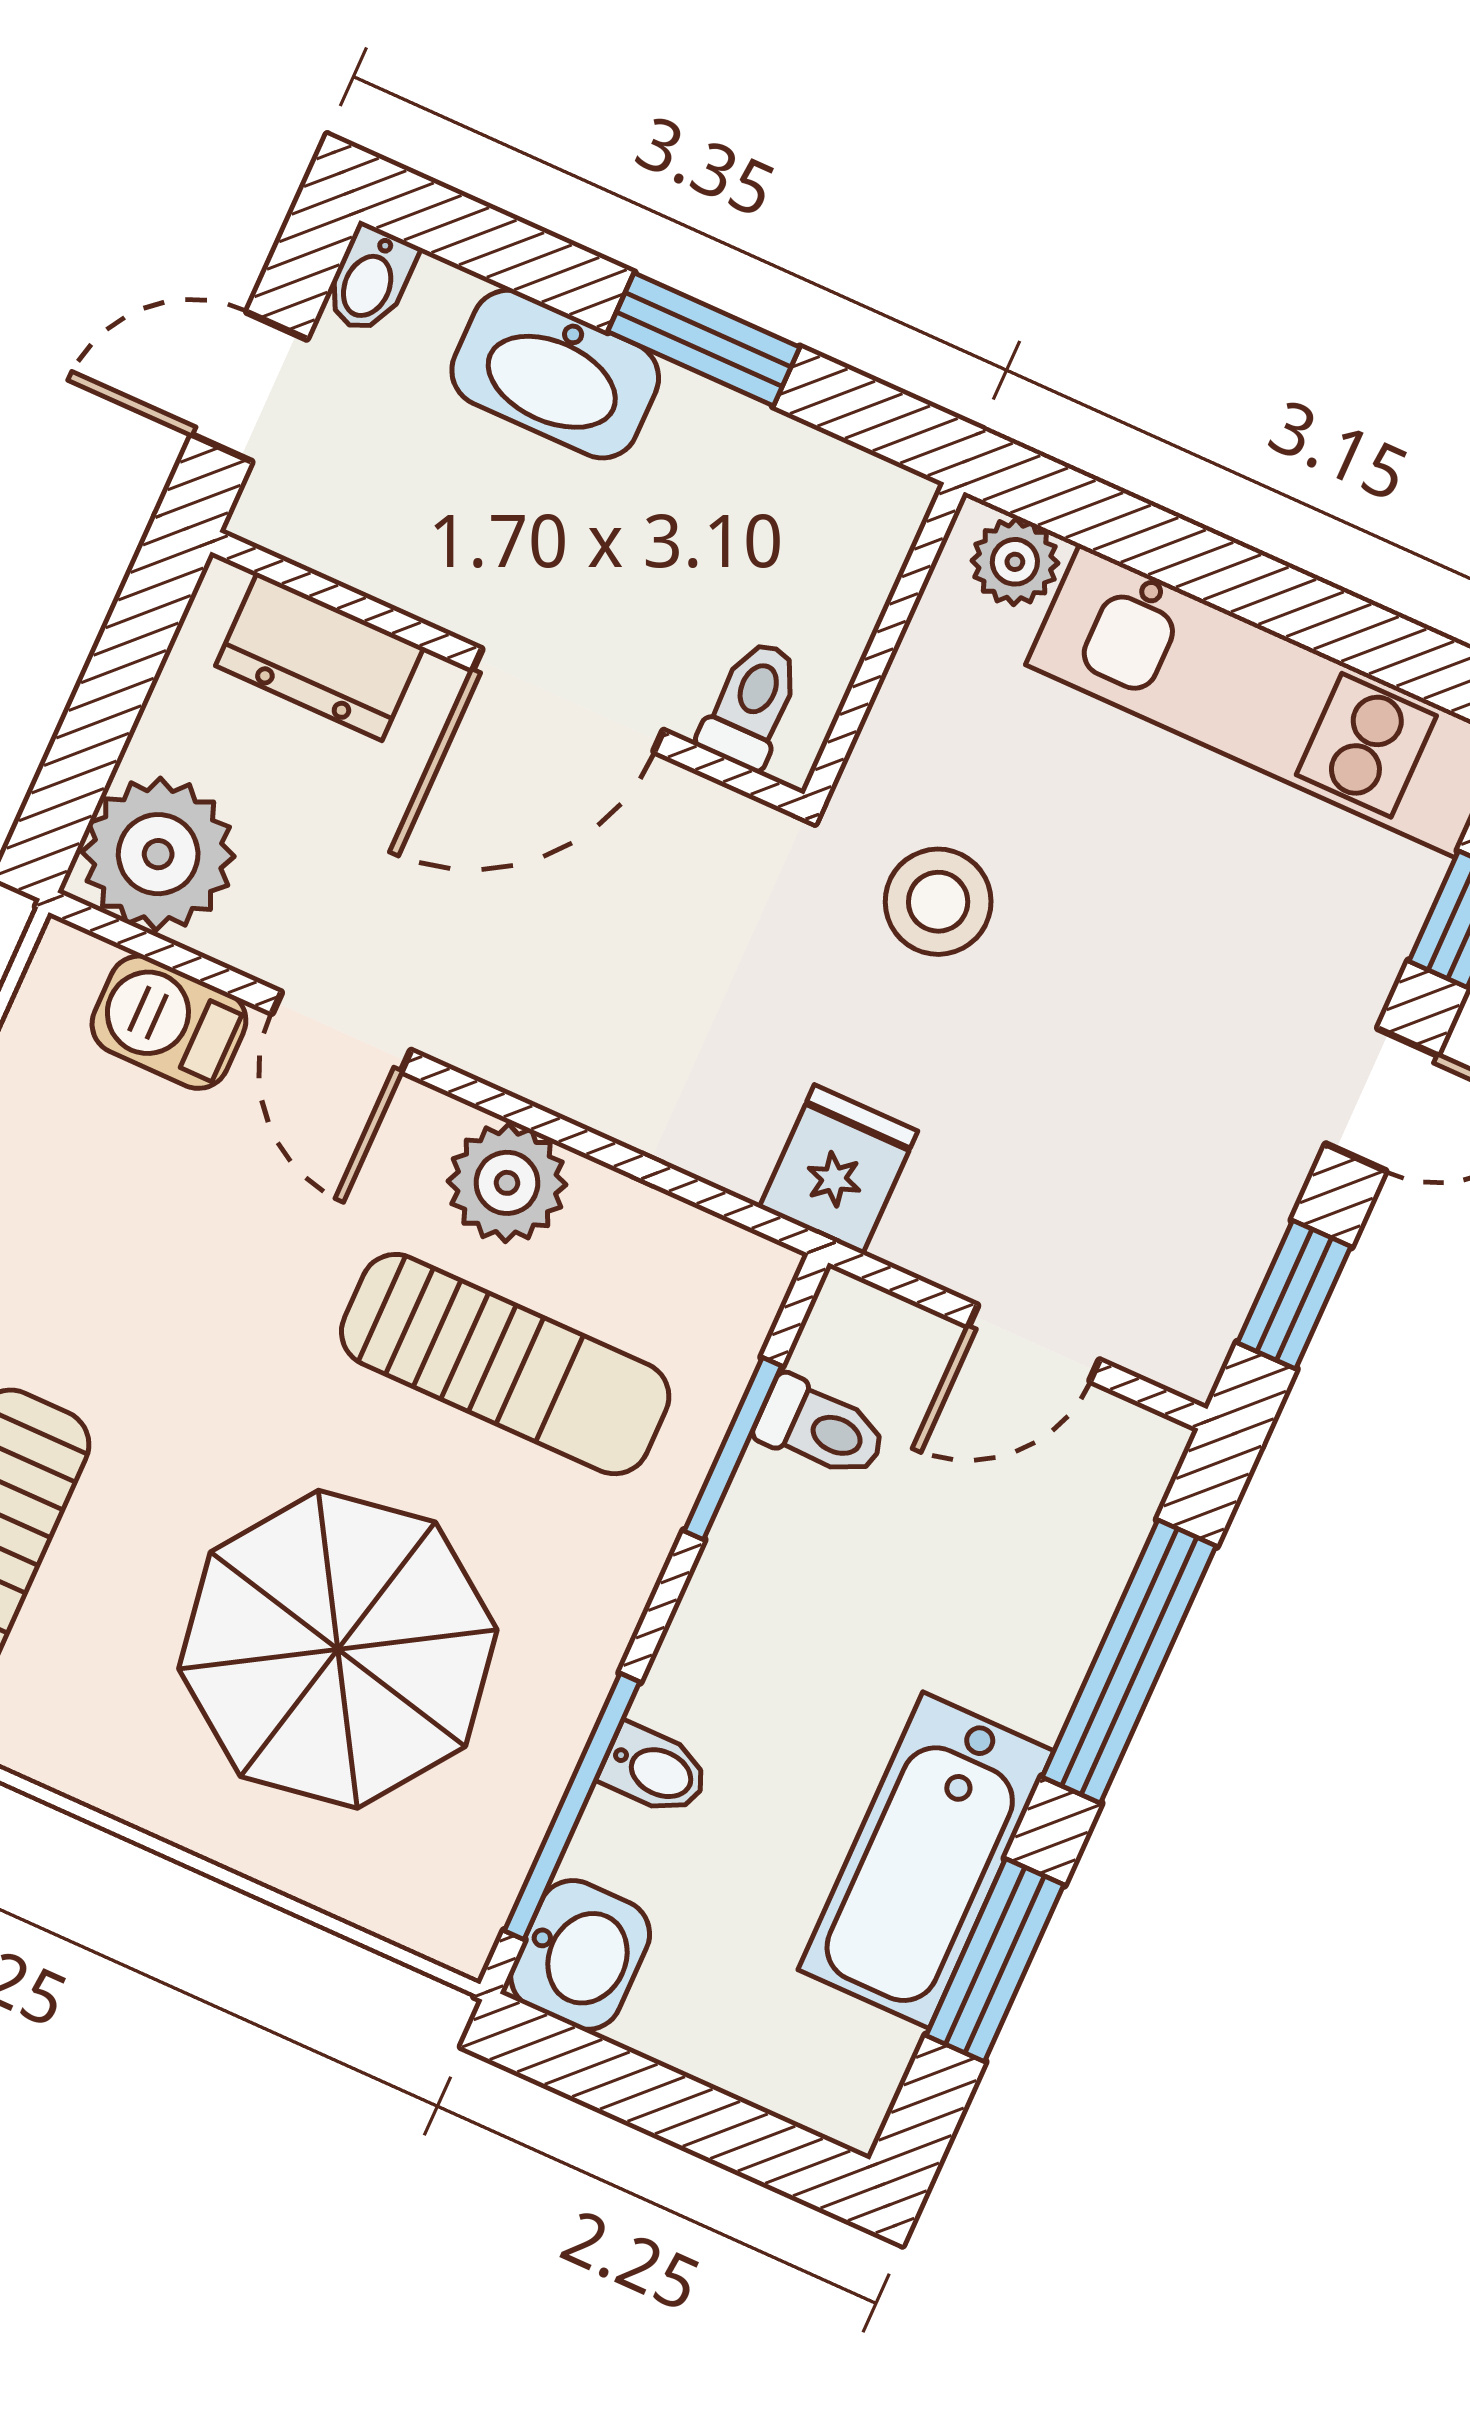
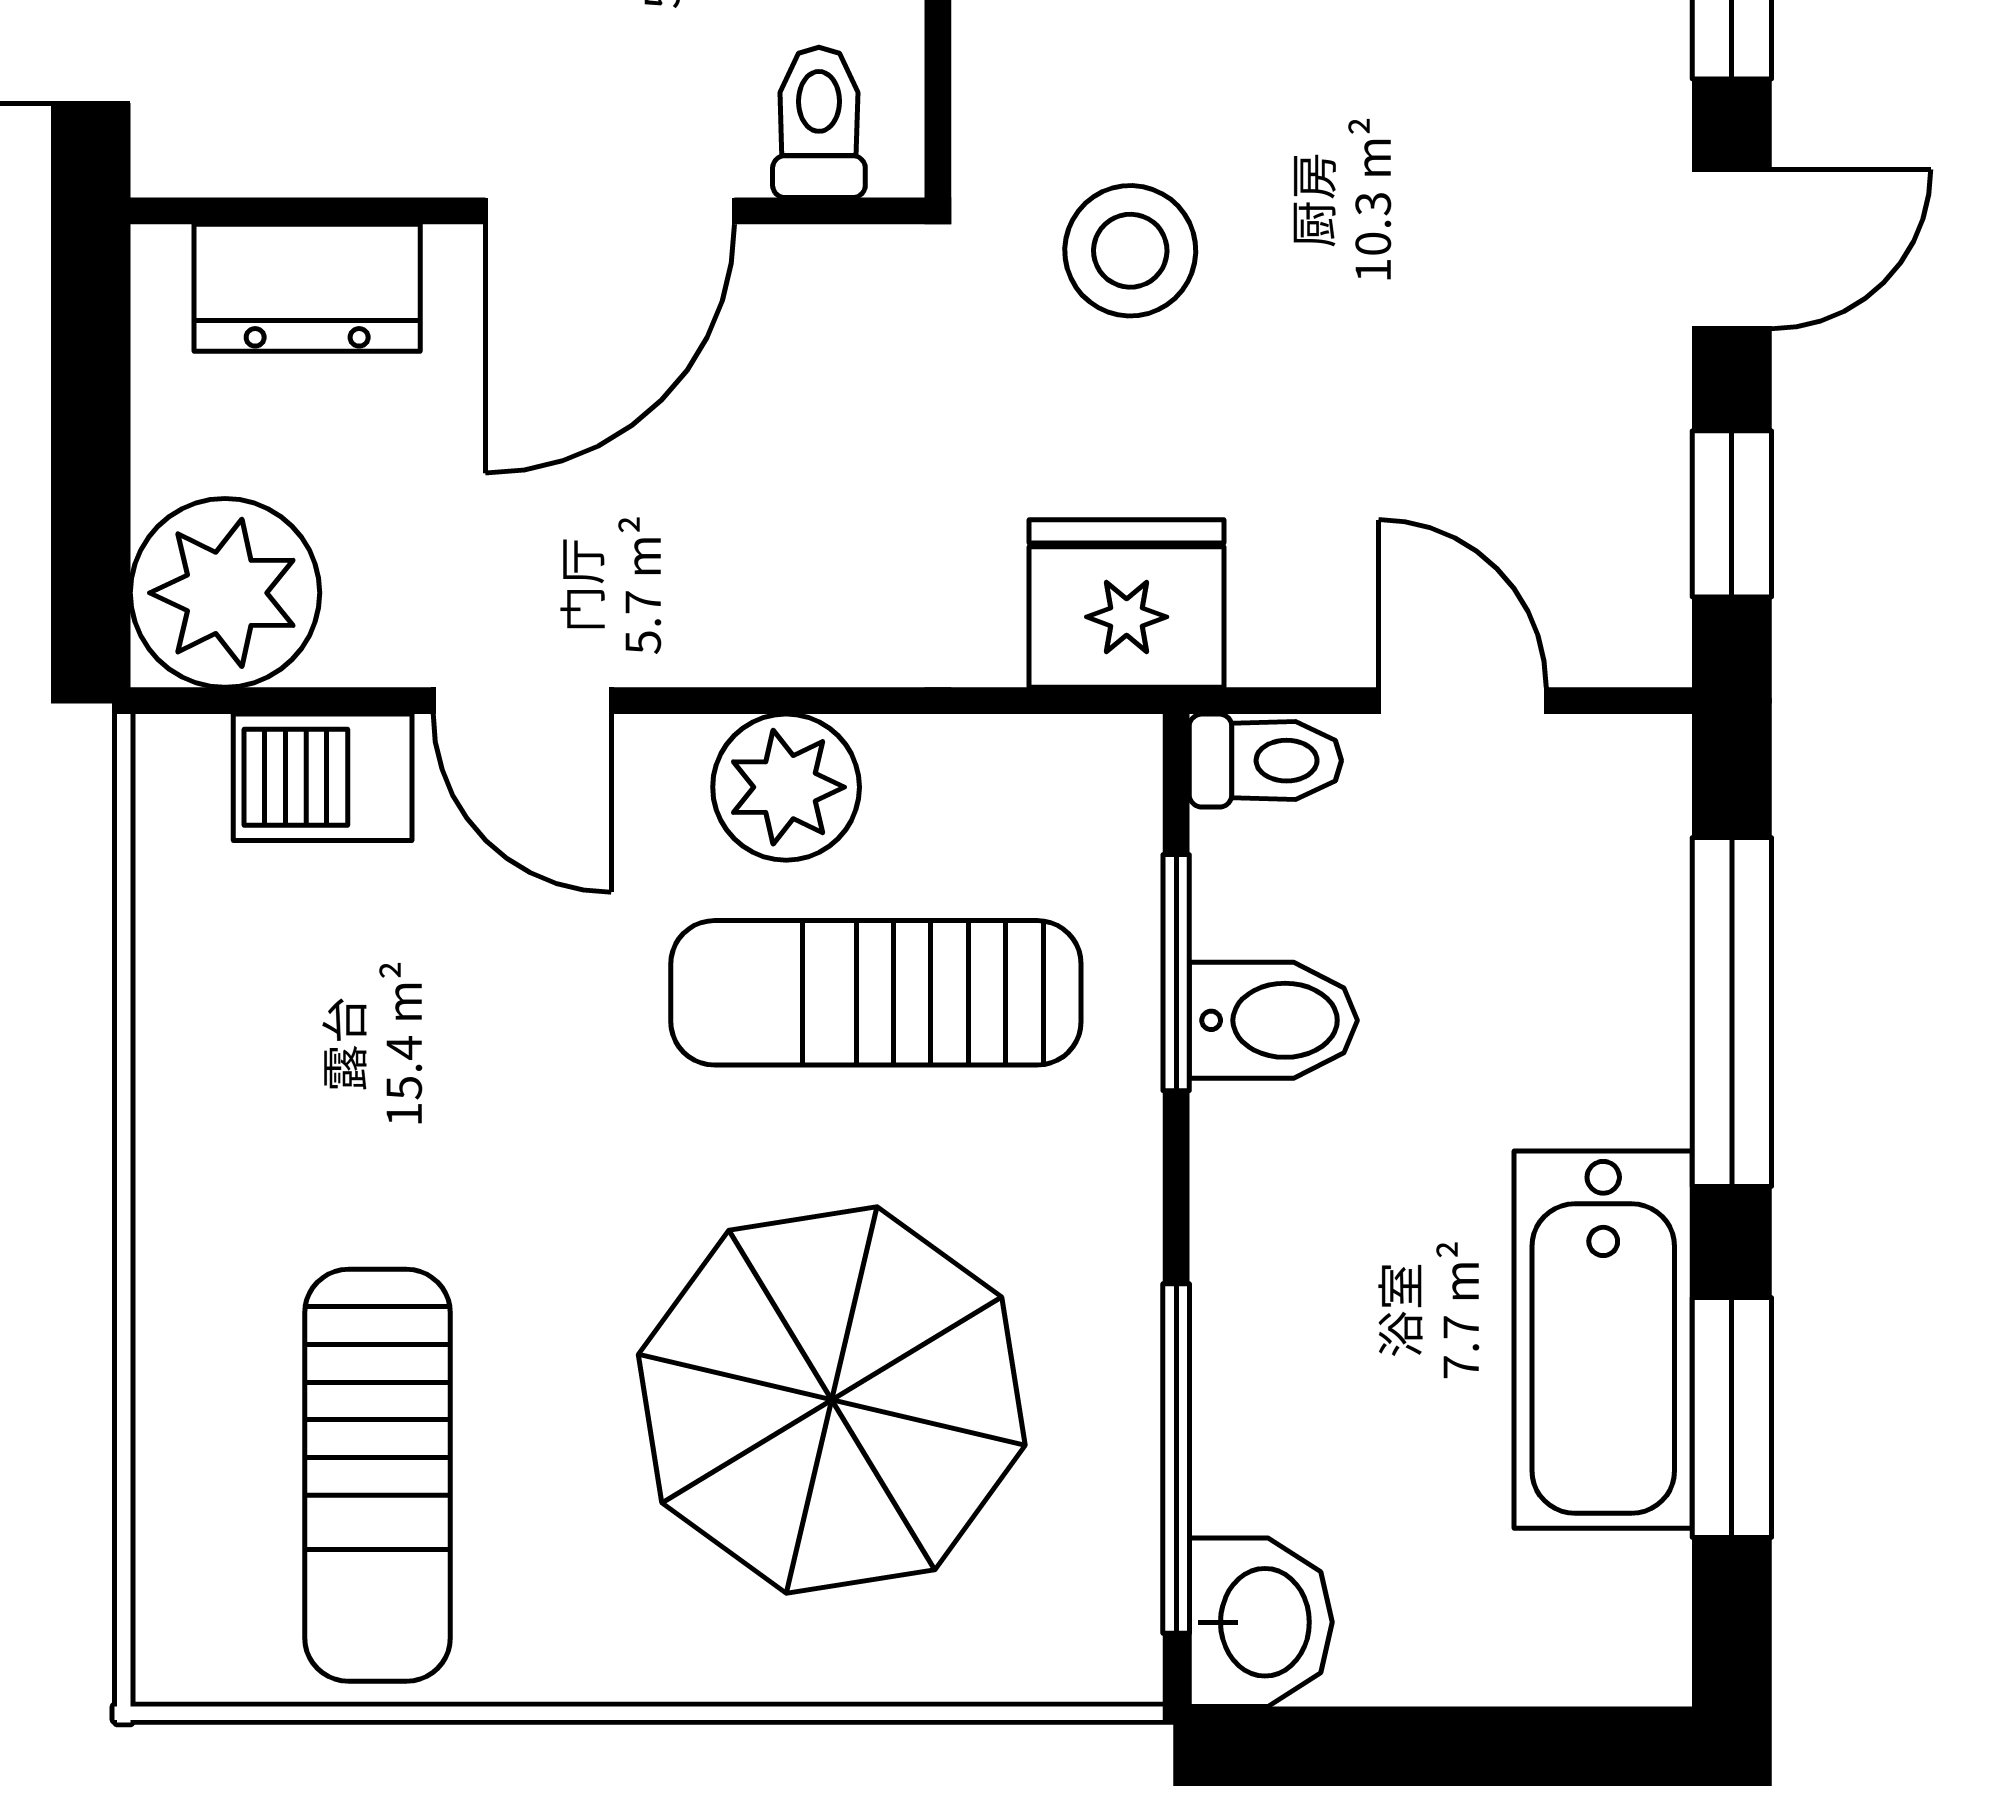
fridge: (838, 1169) -> (1127, 604), width x1.38
door: (1034, 1343) -> (1462, 701), swing flipped
sun lounger: (505, 1364) -> (876, 993), turned 180
toilet: (821, 1428) -> (1265, 761), moved
bidet: (655, 1770) -> (1273, 1020), moved, width x1.38, depth x1.36

